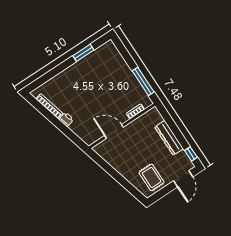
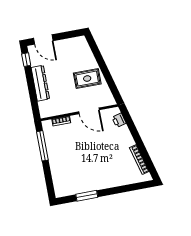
printer: (66, 119) -> (119, 120), moved
rug: (152, 177) -> (87, 79), moved, turned 90
door: (183, 179) -> (43, 39), swing flipped

